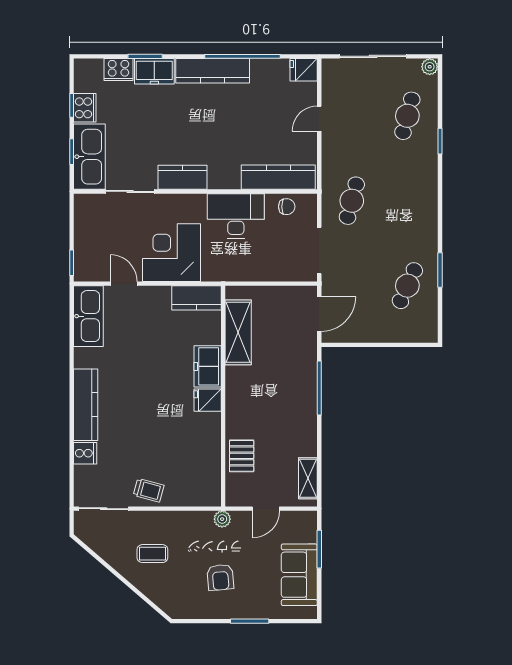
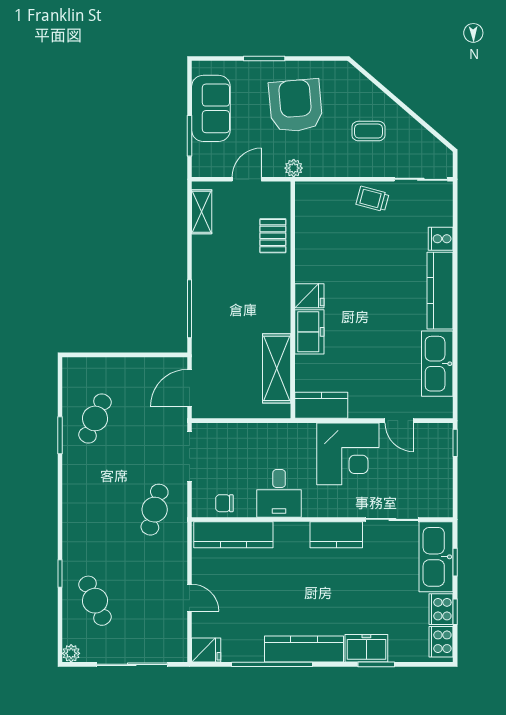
cooker: (118, 70) -> (441, 642), moved, turned -90
cafe table: (407, 116) -> (95, 601), turned -39
door: (319, 119) -> (190, 598), hinge flipped
desk: (236, 216) -> (279, 493), width x0.73
kitchen sink: (88, 316) -> (437, 364), moved
armchair: (220, 577) -> (296, 106), width x1.88, depth x1.88

